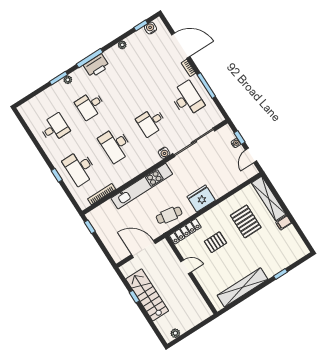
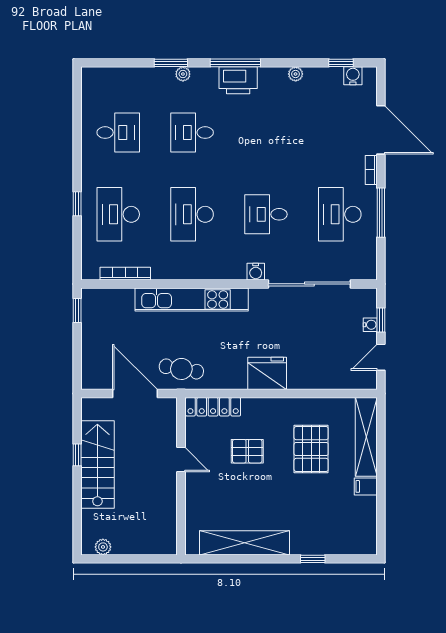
desk: (187, 99) -> (340, 214), turned 180
cafe table: (169, 215) -> (181, 369), moved

